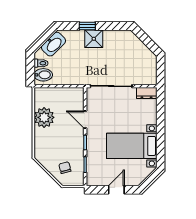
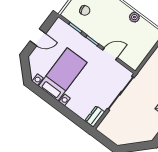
plant: (44, 117) -> (134, 17), width x0.53, depth x0.53
door: (116, 190) -> (38, 37), hinge flipped

